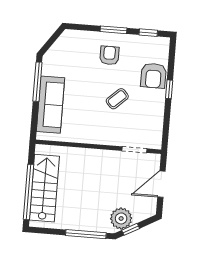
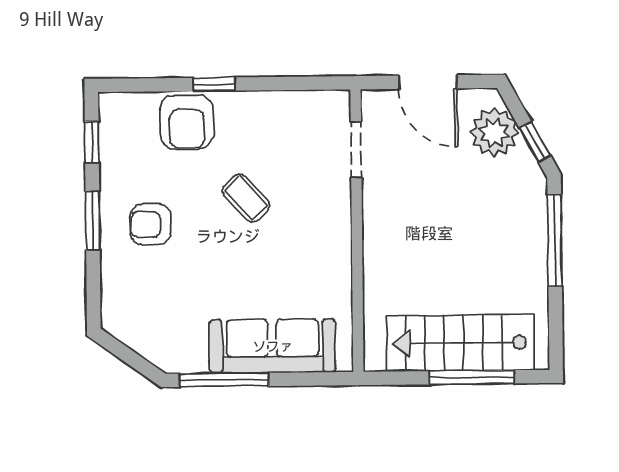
armchair: (153, 76) -> (187, 122), turned 90
window: (29, 192) -> (472, 377), width x0.68
plant: (121, 218) -> (494, 132), moved

